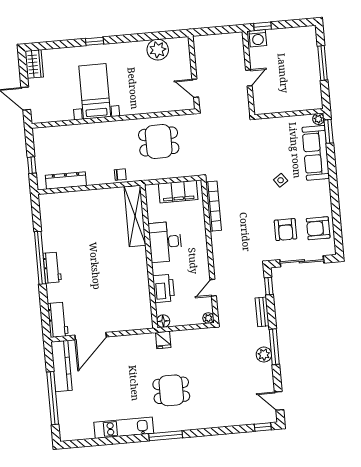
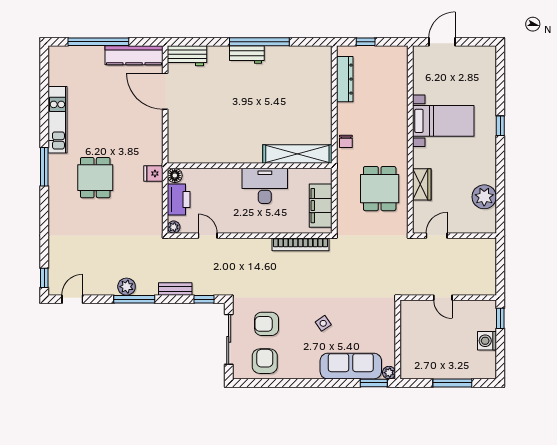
washing machine: (258, 38) -> (487, 341), moved
wardrobe: (34, 64) -> (422, 184), moved, turned -90
printer: (164, 288) -> (179, 200), moved, turned -90

